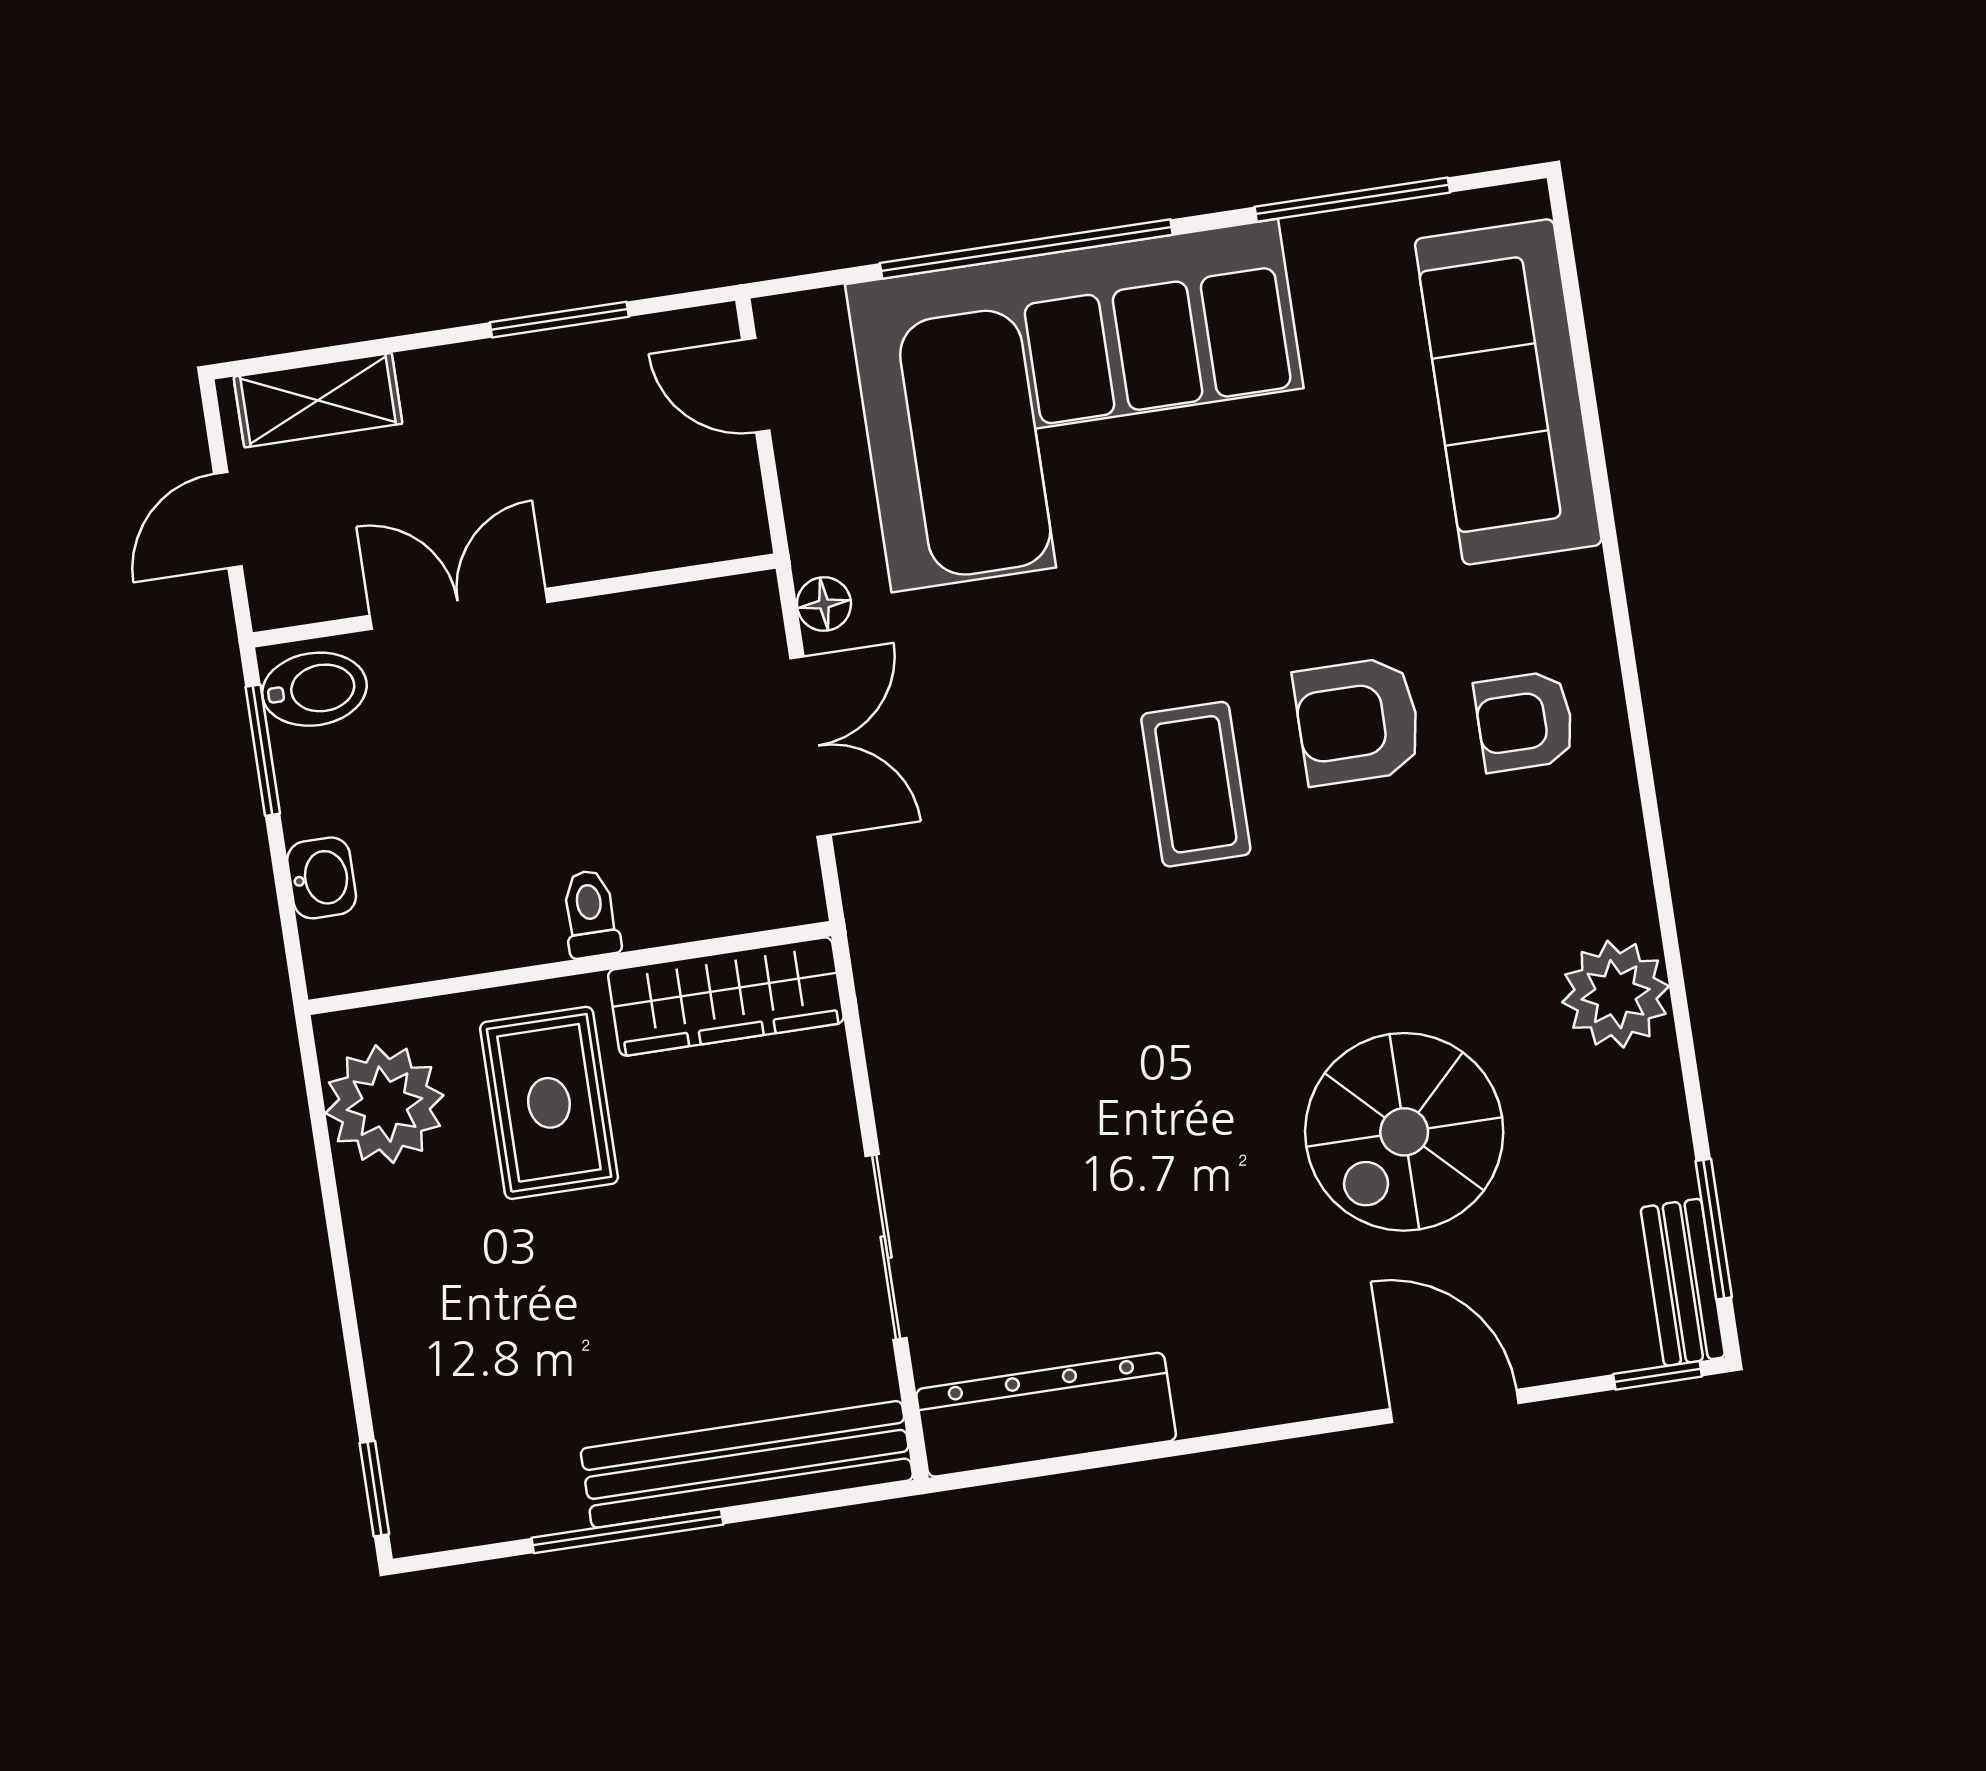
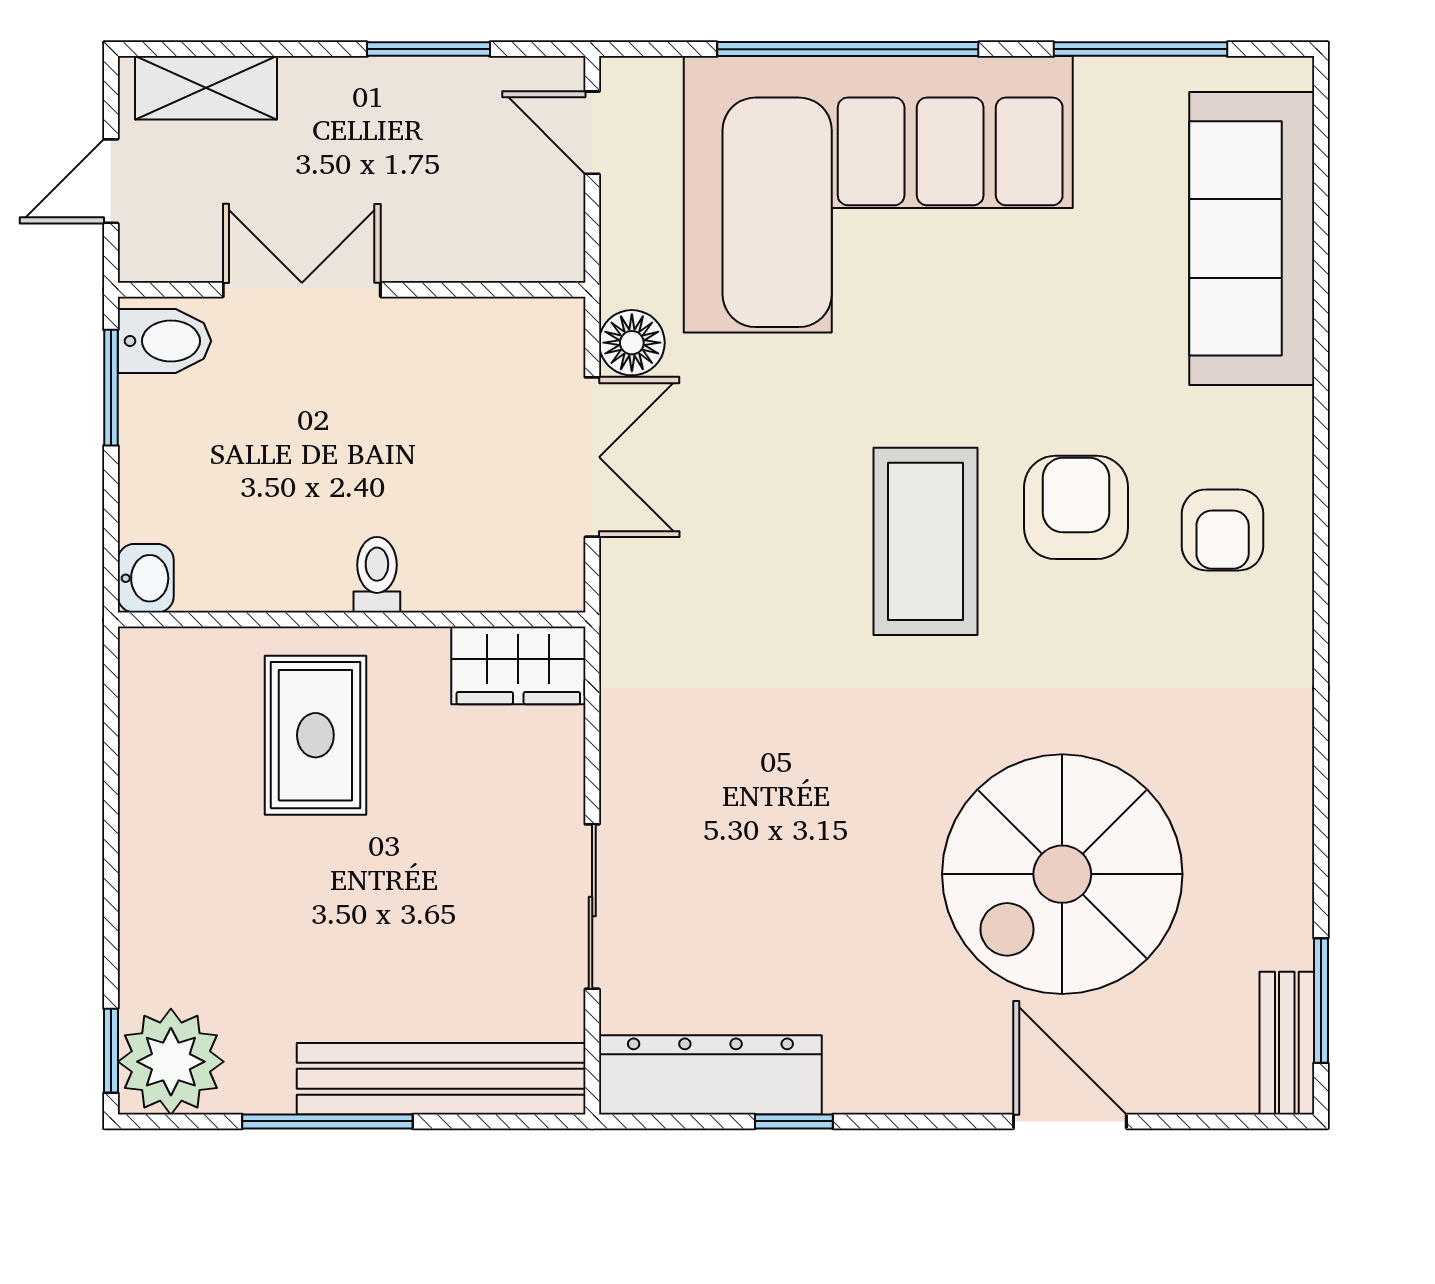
floor lamp: (824, 604) -> (632, 343), width x1.37, depth x1.37
armchair: (1358, 721) -> (1076, 507), turned 90
armchair: (1525, 721) -> (1223, 530), turned -90
coffee table: (1196, 784) -> (926, 541), width x1.36, depth x1.32
washbasin: (322, 878) -> (146, 578), moved
plant: (1616, 994) -> (1266, 781), removed
wardrobe: (726, 997) -> (518, 665), width x0.67
plant: (385, 1104) -> (171, 1062), moved
spiral stairs: (1404, 1132) -> (1062, 874), width x1.37, depth x1.37
window: (1658, 1375) -> (794, 1121), moved

